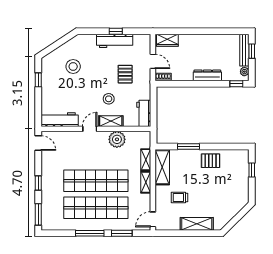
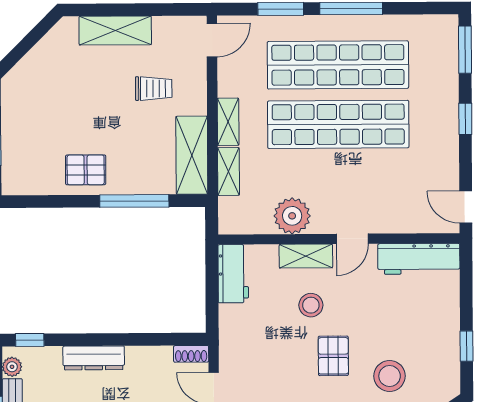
pallet: (125, 74) -> (333, 356), moved
window: (189, 147) -> (134, 201), width x1.44

